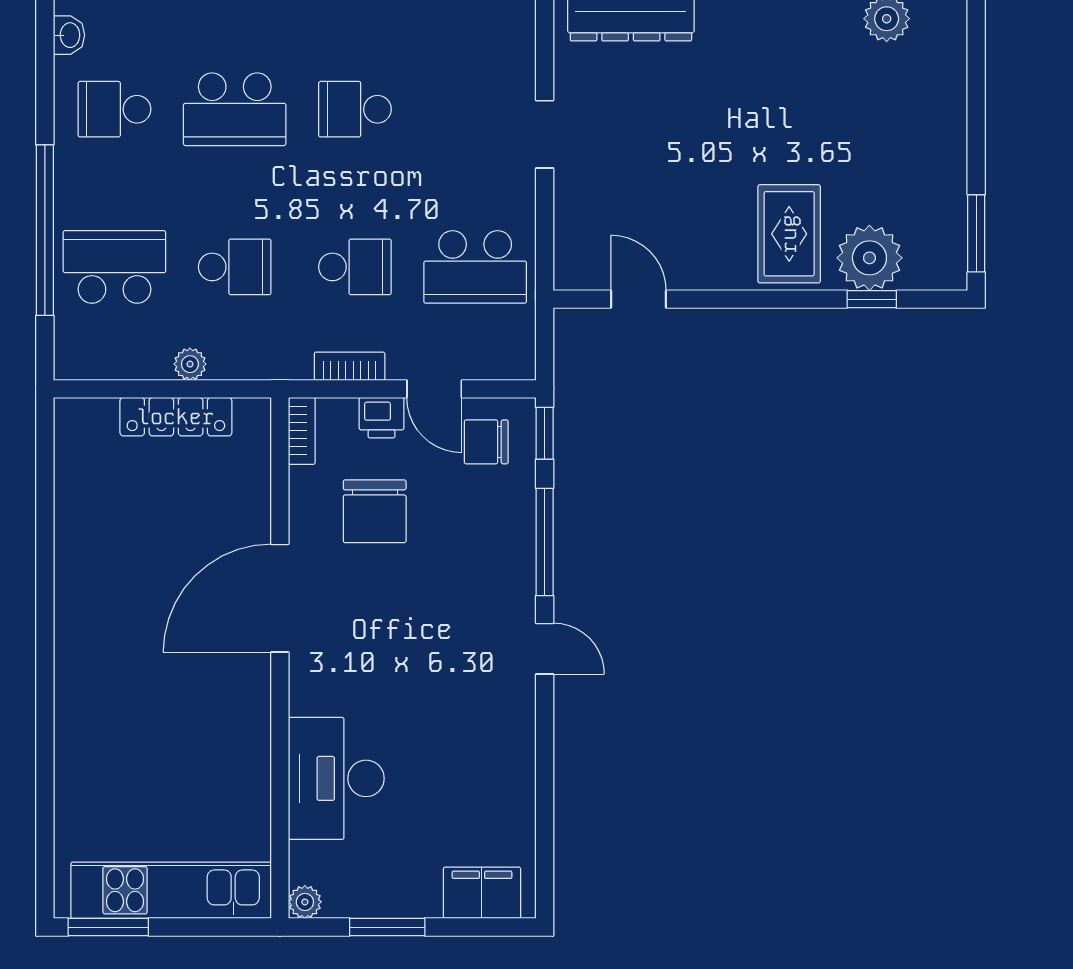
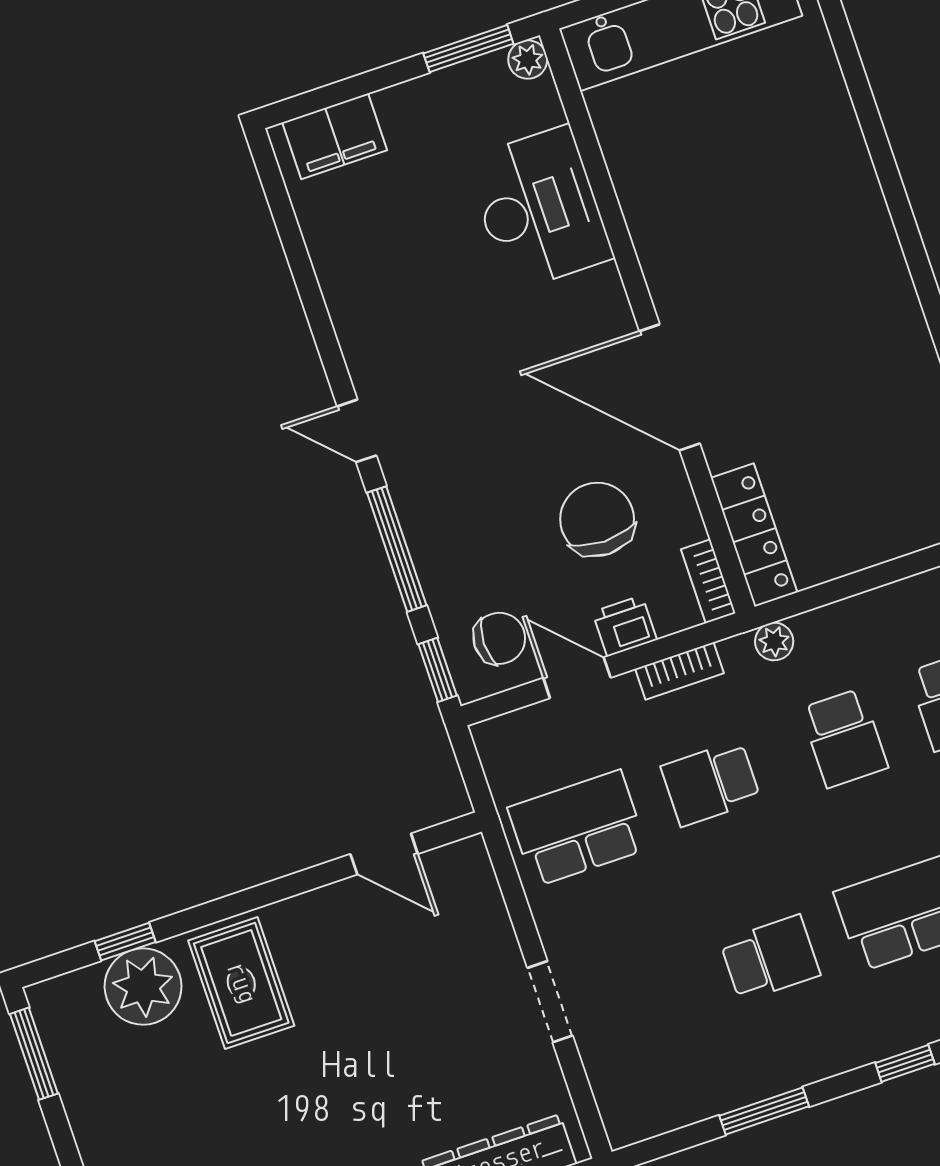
school desk: (235, 267) -> (844, 738), turned -90
plant: (190, 364) -> (774, 642), moved
locker: (176, 417) -> (754, 535), moved, turned 90
door: (280, 598) -> (670, 387), swing flipped
window: (387, 927) -> (468, 49), moved

